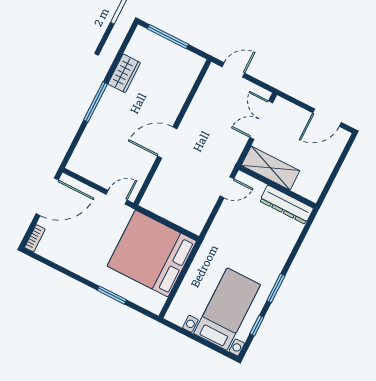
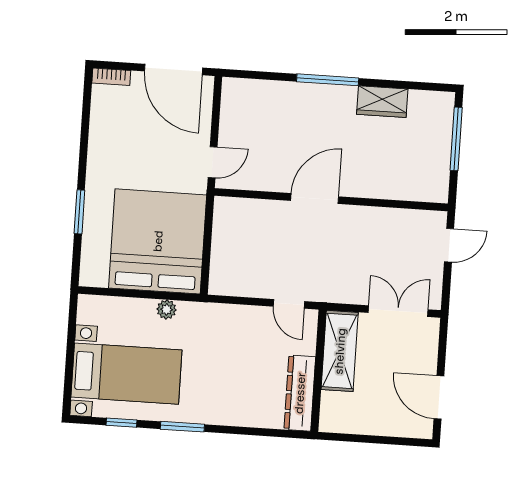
door: (233, 70) -> (449, 245), hinge flipped
door: (167, 142) -> (315, 199), hinge flipped
door: (117, 197) -> (213, 162), hinge flipped
plant: (197, 266) -> (167, 309), added

